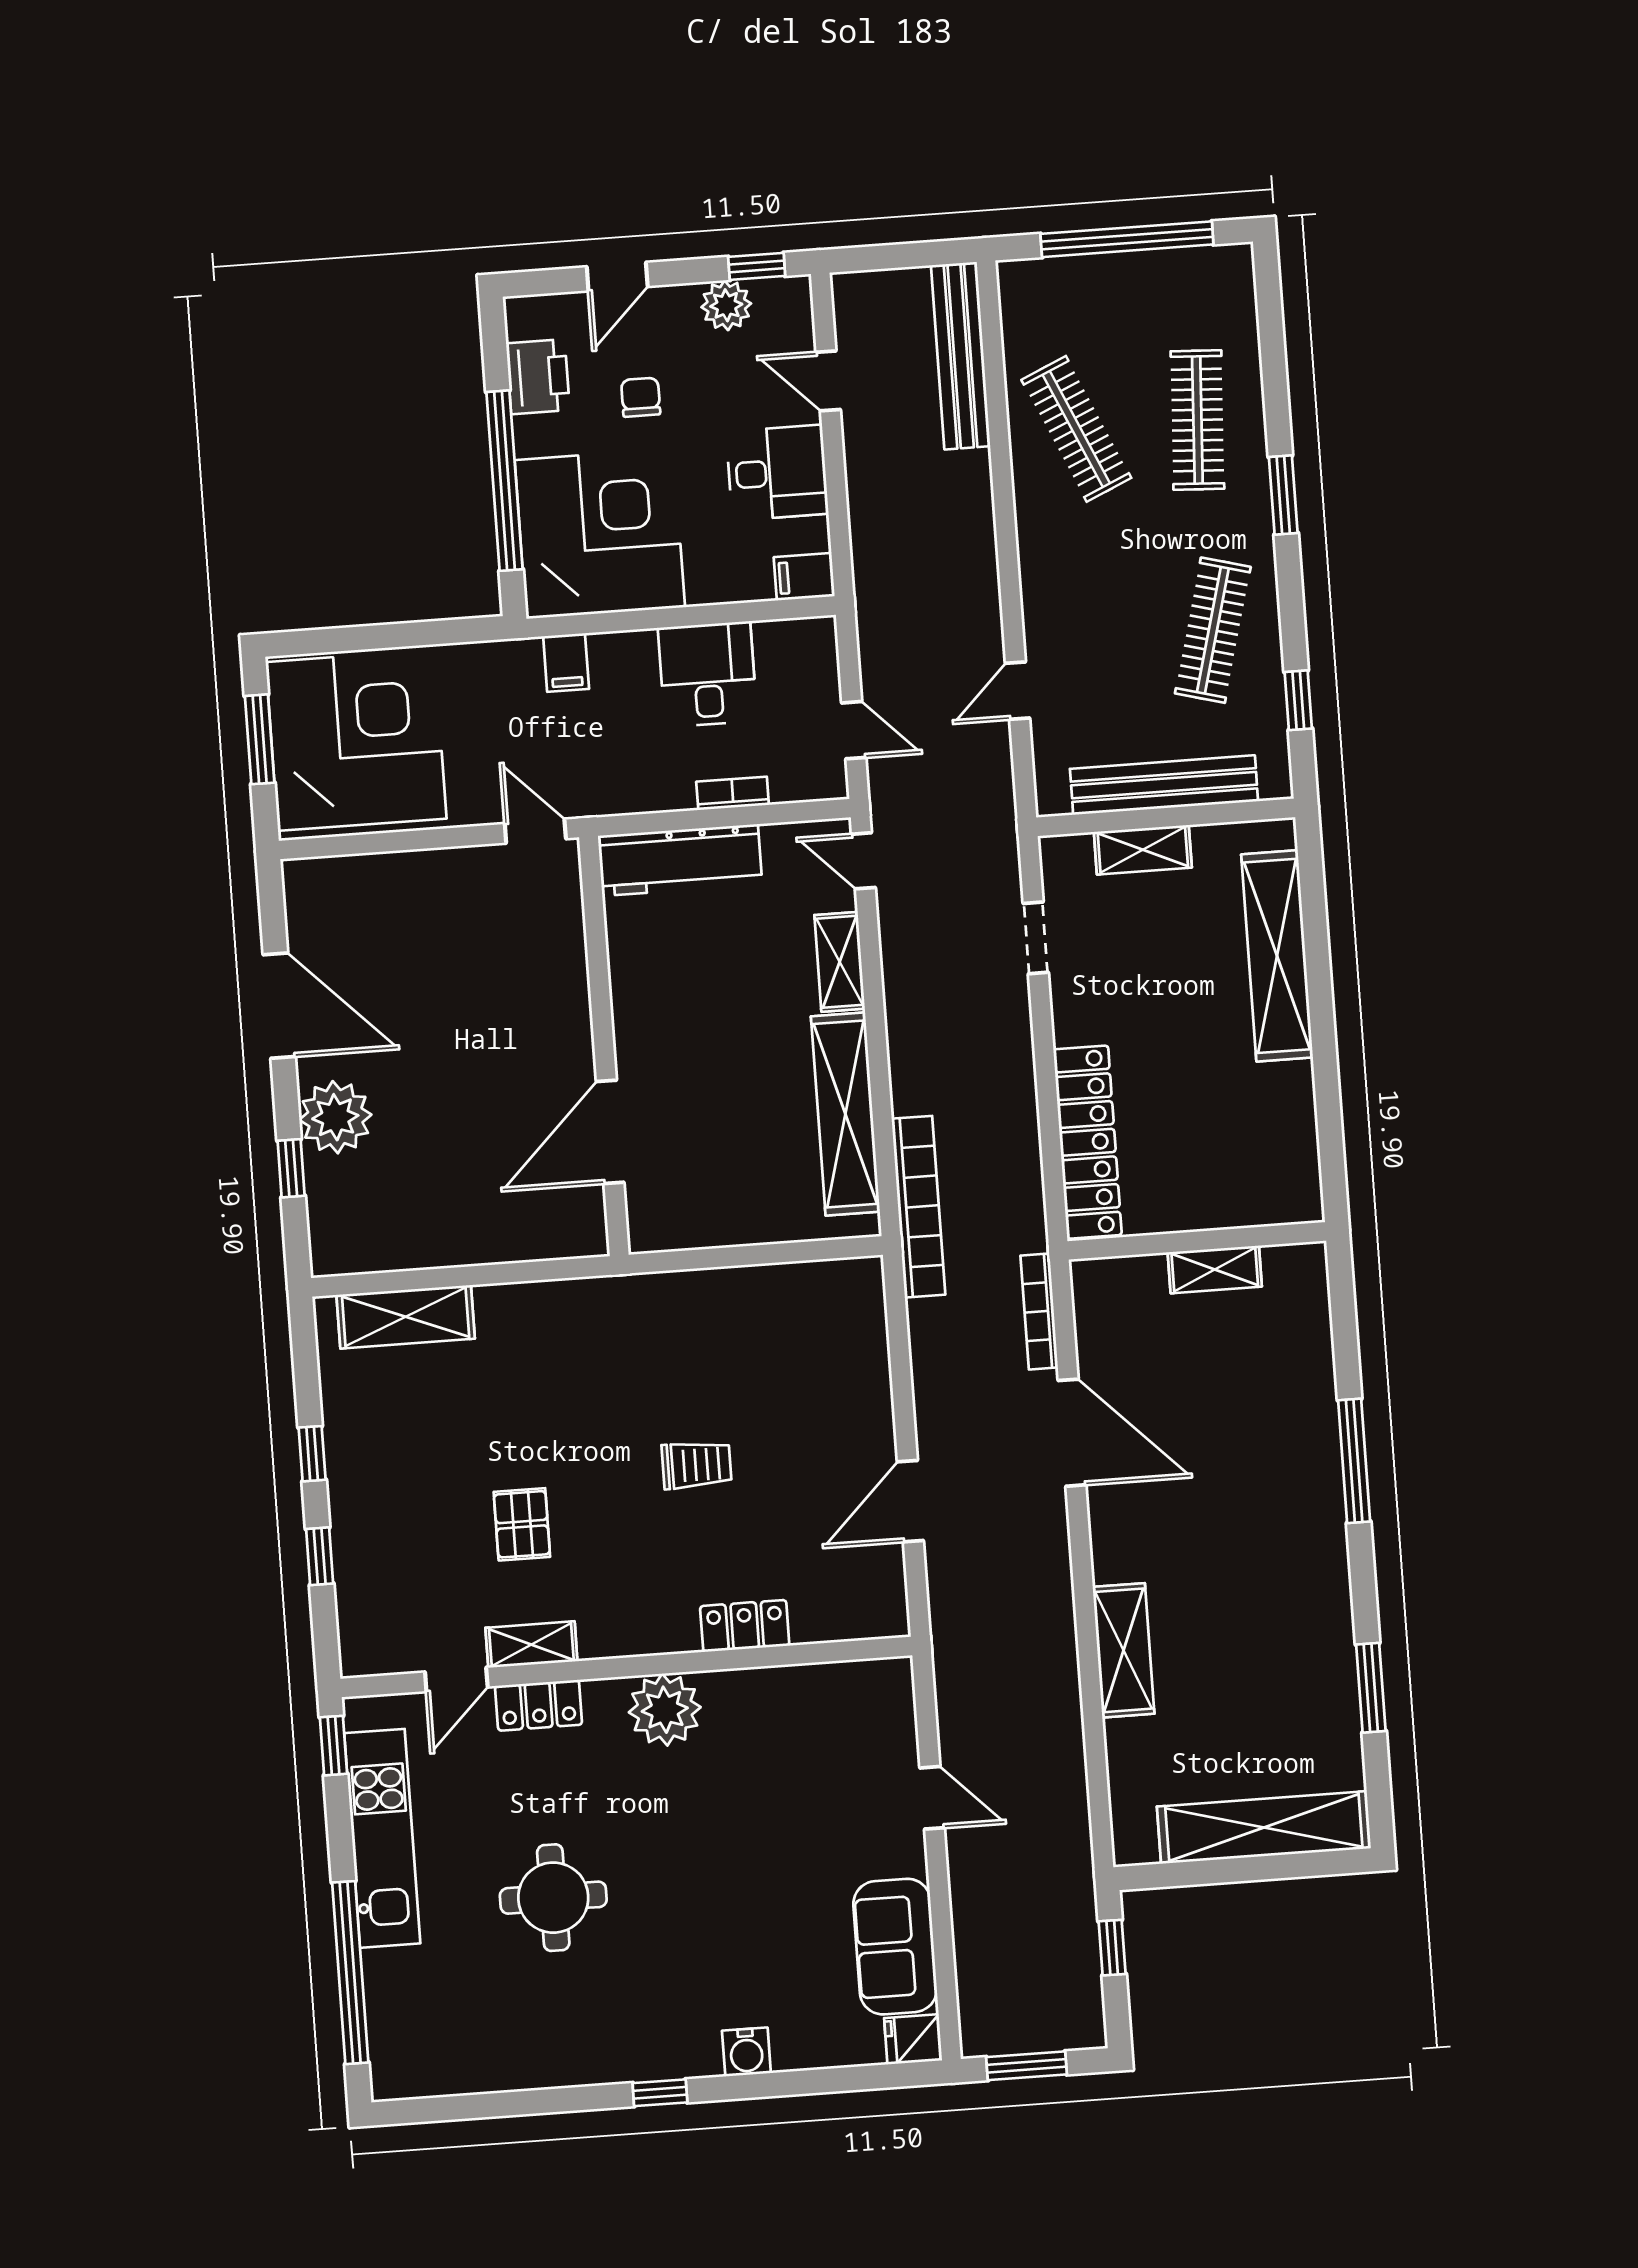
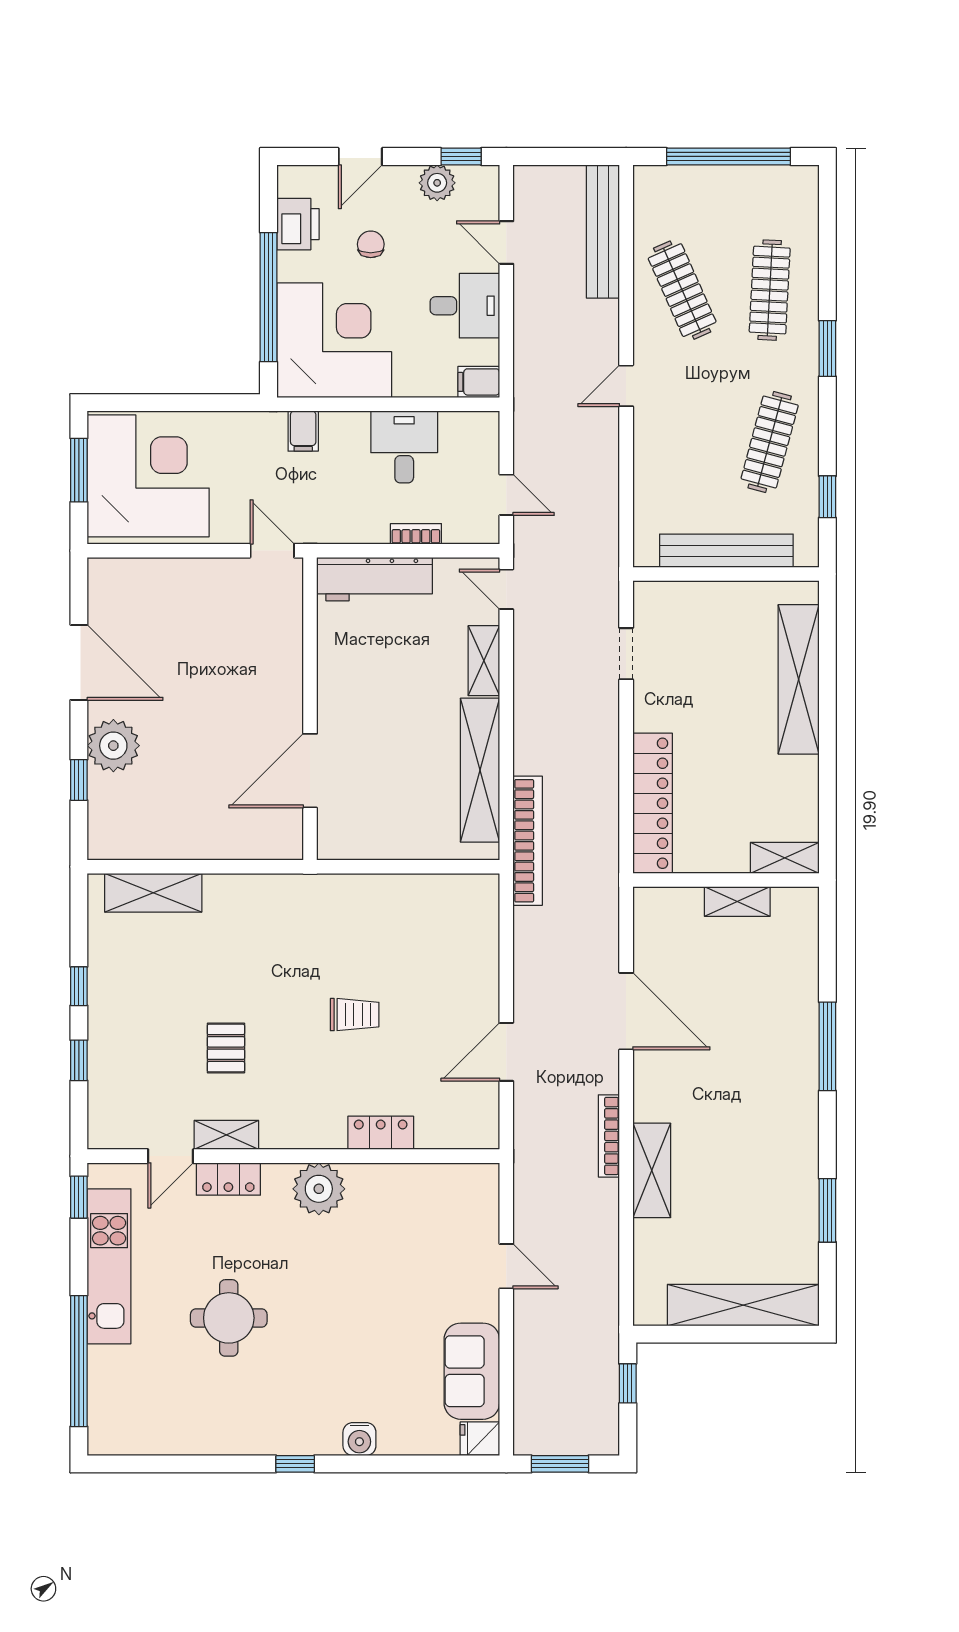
door: (1018, 691) -> (626, 386), moved
shelving: (1143, 850) -> (785, 858), moved
bookcase: (1039, 1311) -> (609, 1136), moved

